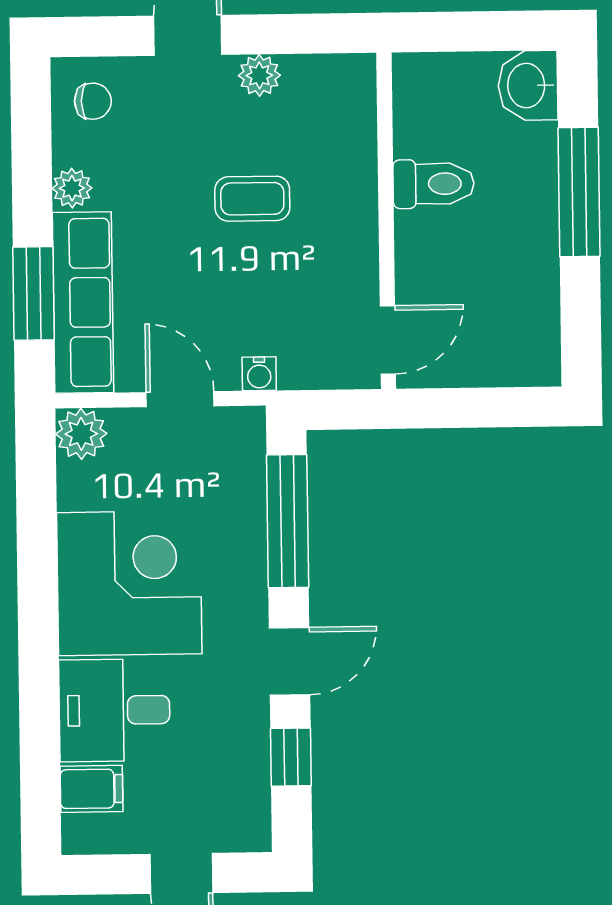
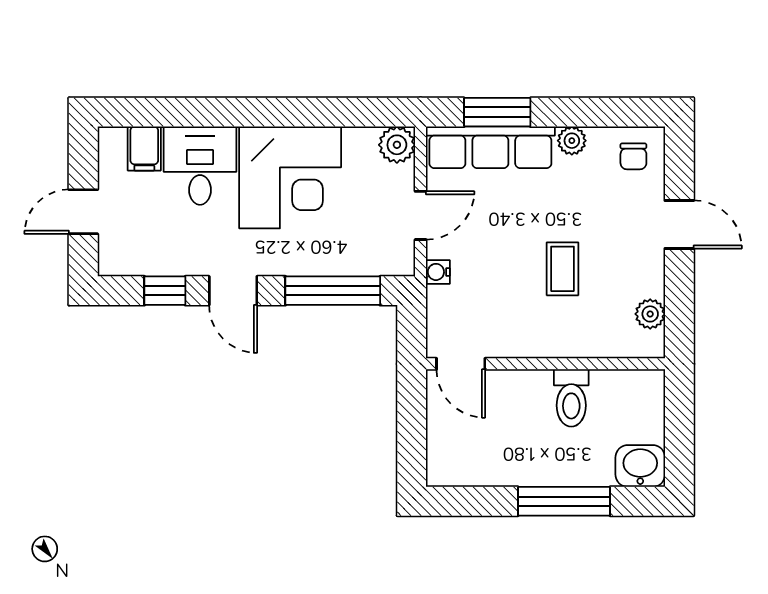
plant: (259, 75) -> (650, 314), moved

